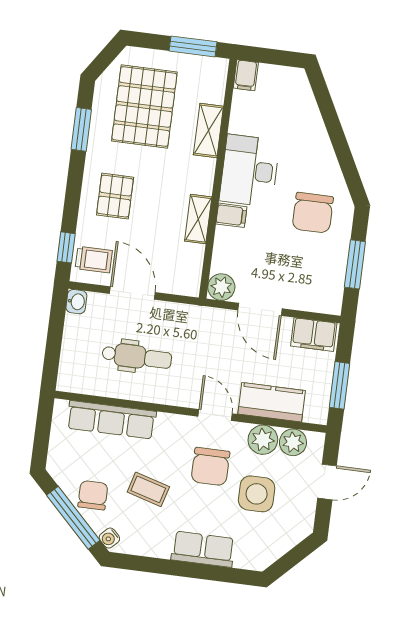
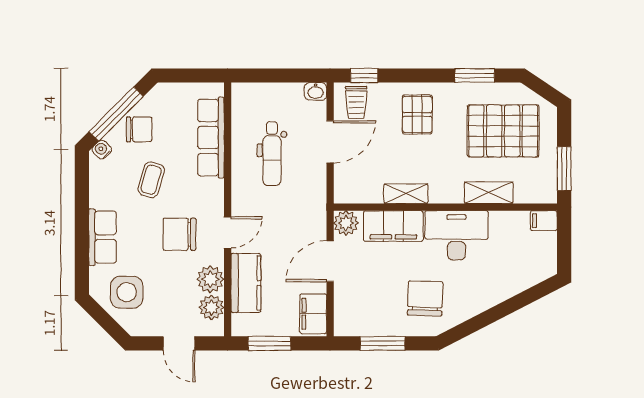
pallet: (115, 196) -> (417, 114), turned 90
chair: (313, 213) -> (425, 298), turned 92
filing cabinet: (231, 215) -> (393, 226), width x3.00, depth x1.17
side table: (257, 494) -> (127, 292), moved

